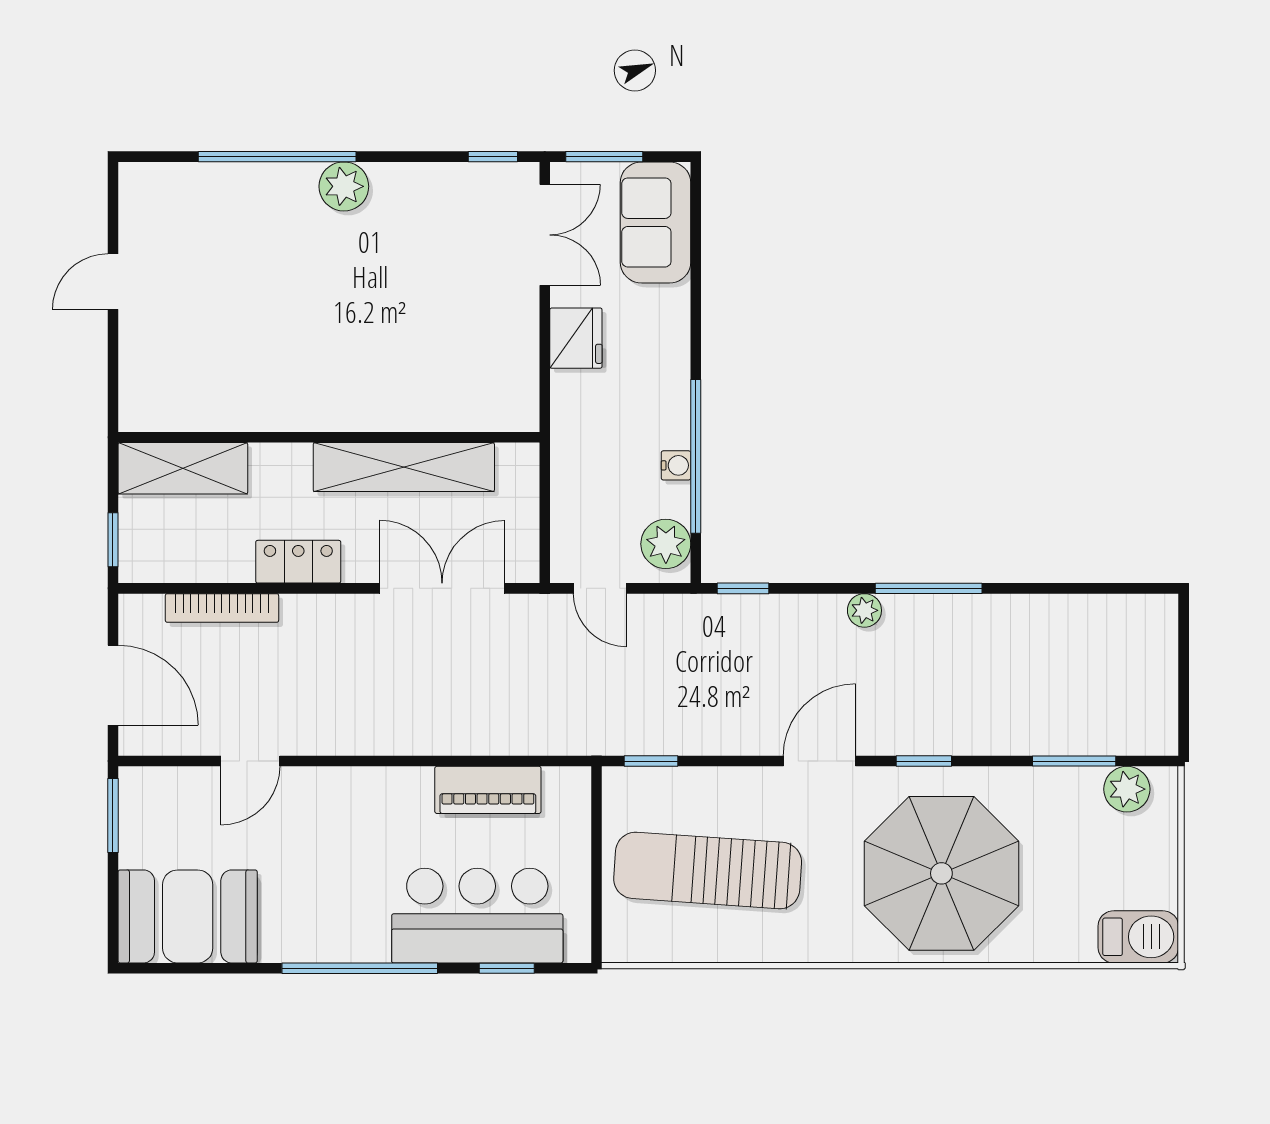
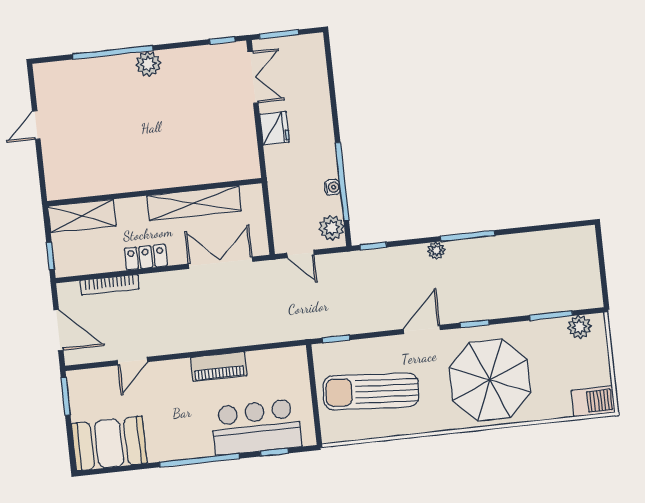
sofa: (656, 222) -> (309, 65), removed
piano: (488, 790) -> (219, 367), moved

